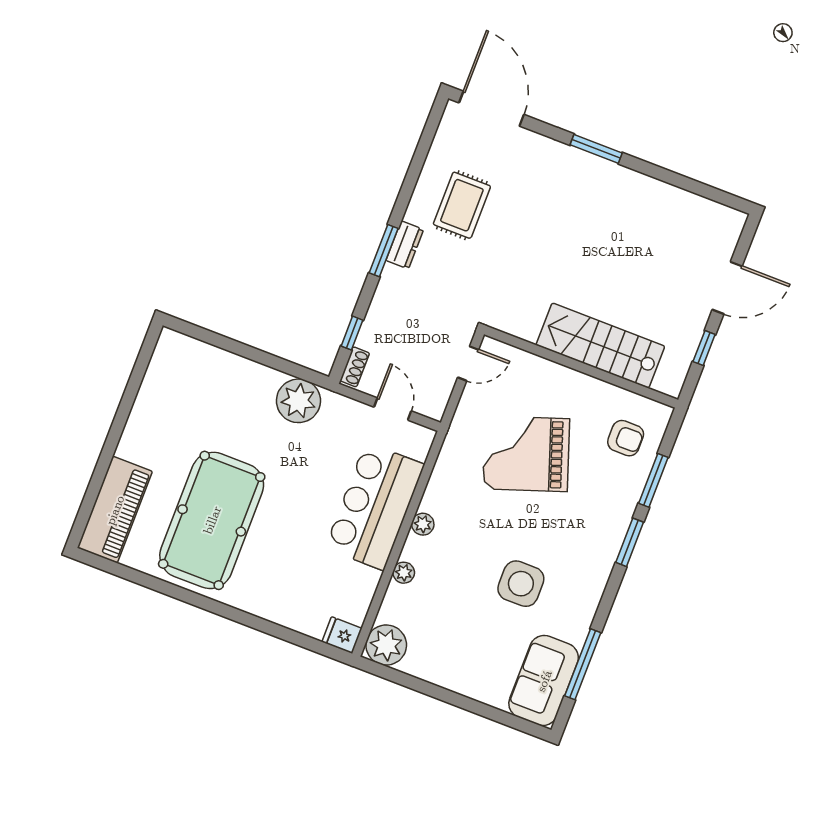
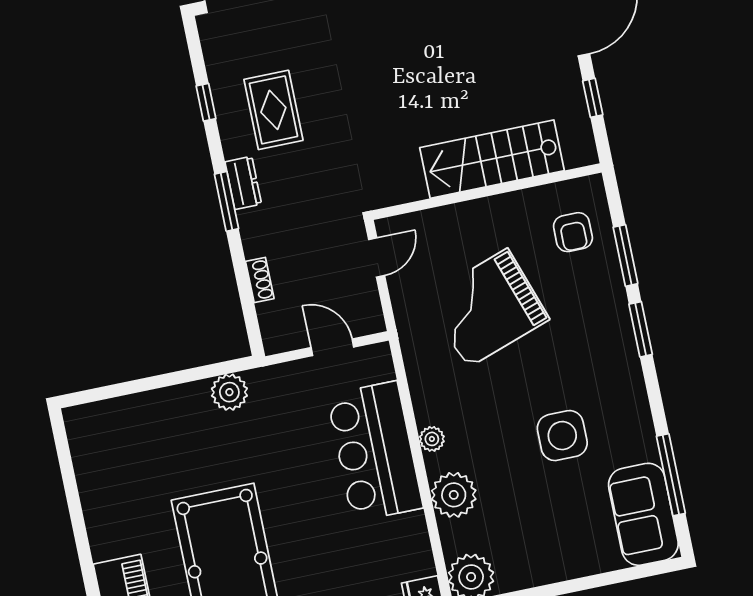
window: (352, 333) -> (206, 102), moved
shoe rack: (355, 367) -> (260, 280), moved
plant: (298, 401) -> (229, 392), width x0.73, depth x0.73
armchair: (626, 438) -> (573, 232), turned 90
plant: (404, 573) -> (454, 495), width x1.88, depth x1.88

